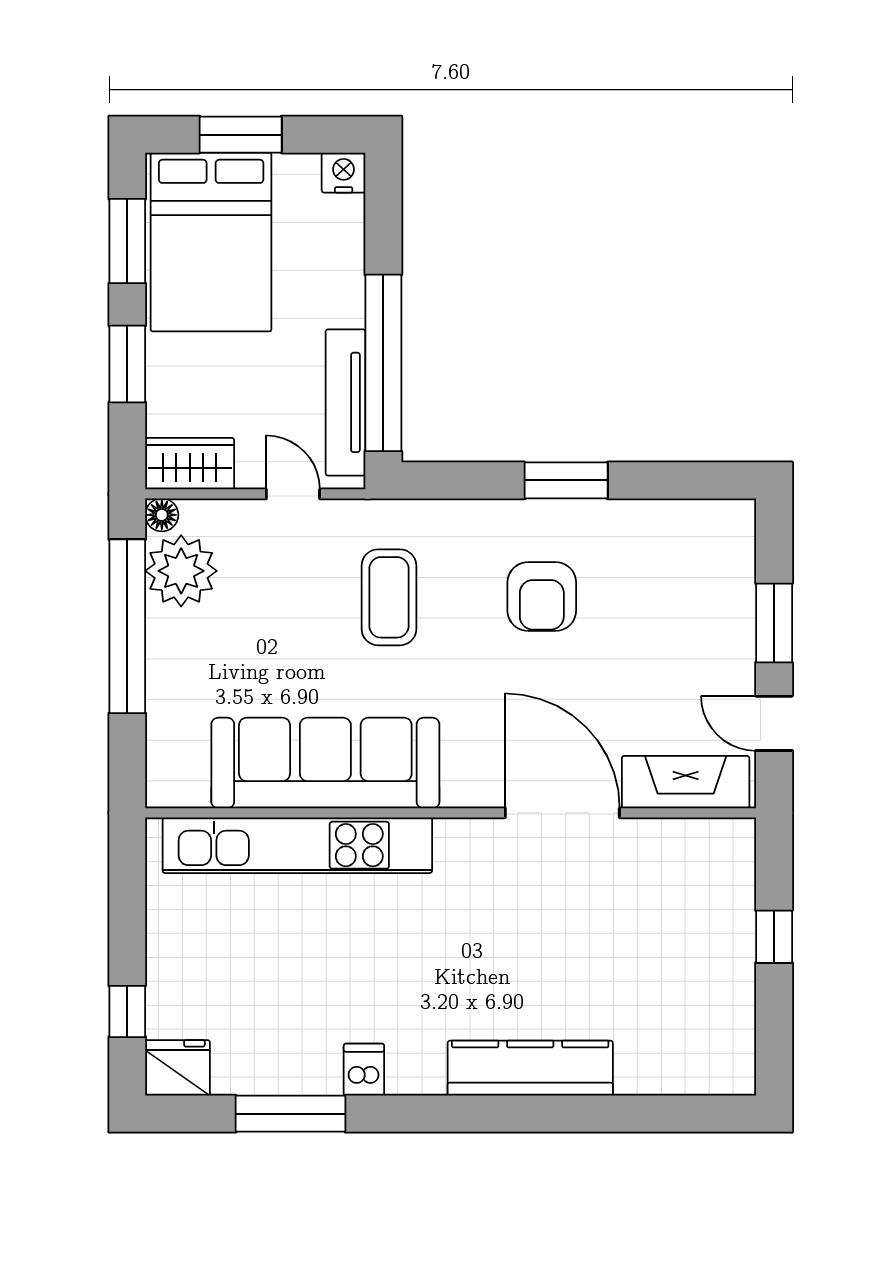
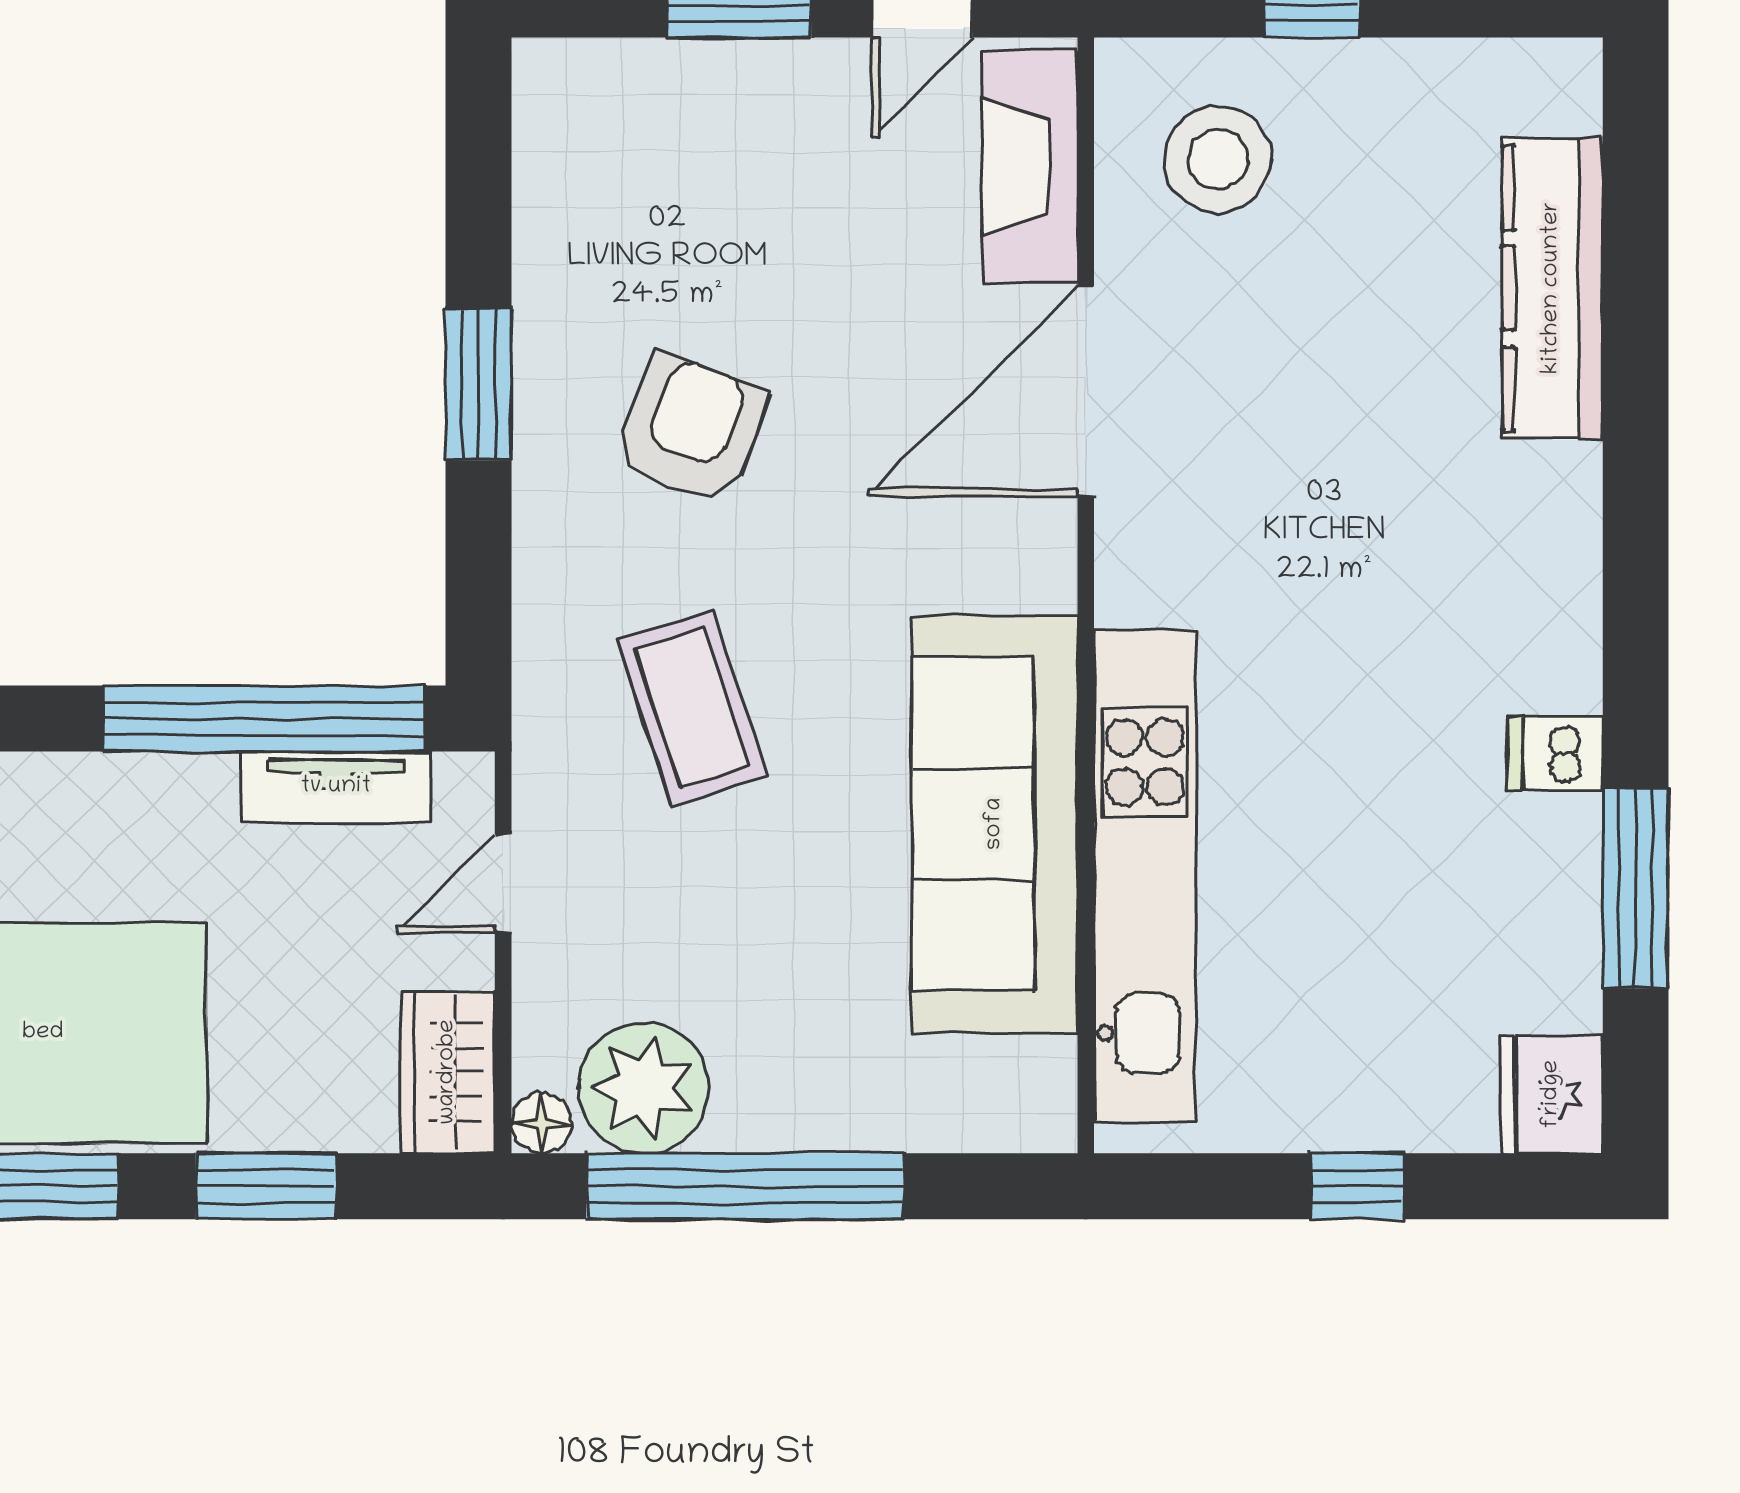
tv unit: (346, 402) -> (336, 787), width x0.71
coffee table: (389, 597) -> (692, 708), turned 72
armchair: (542, 597) -> (691, 429), turned -69
stool: (689, 885) -> (1218, 159), added
window: (127, 1011) -> (1358, 1186), moved
kitchen counter: (530, 1068) -> (1552, 288), moved

